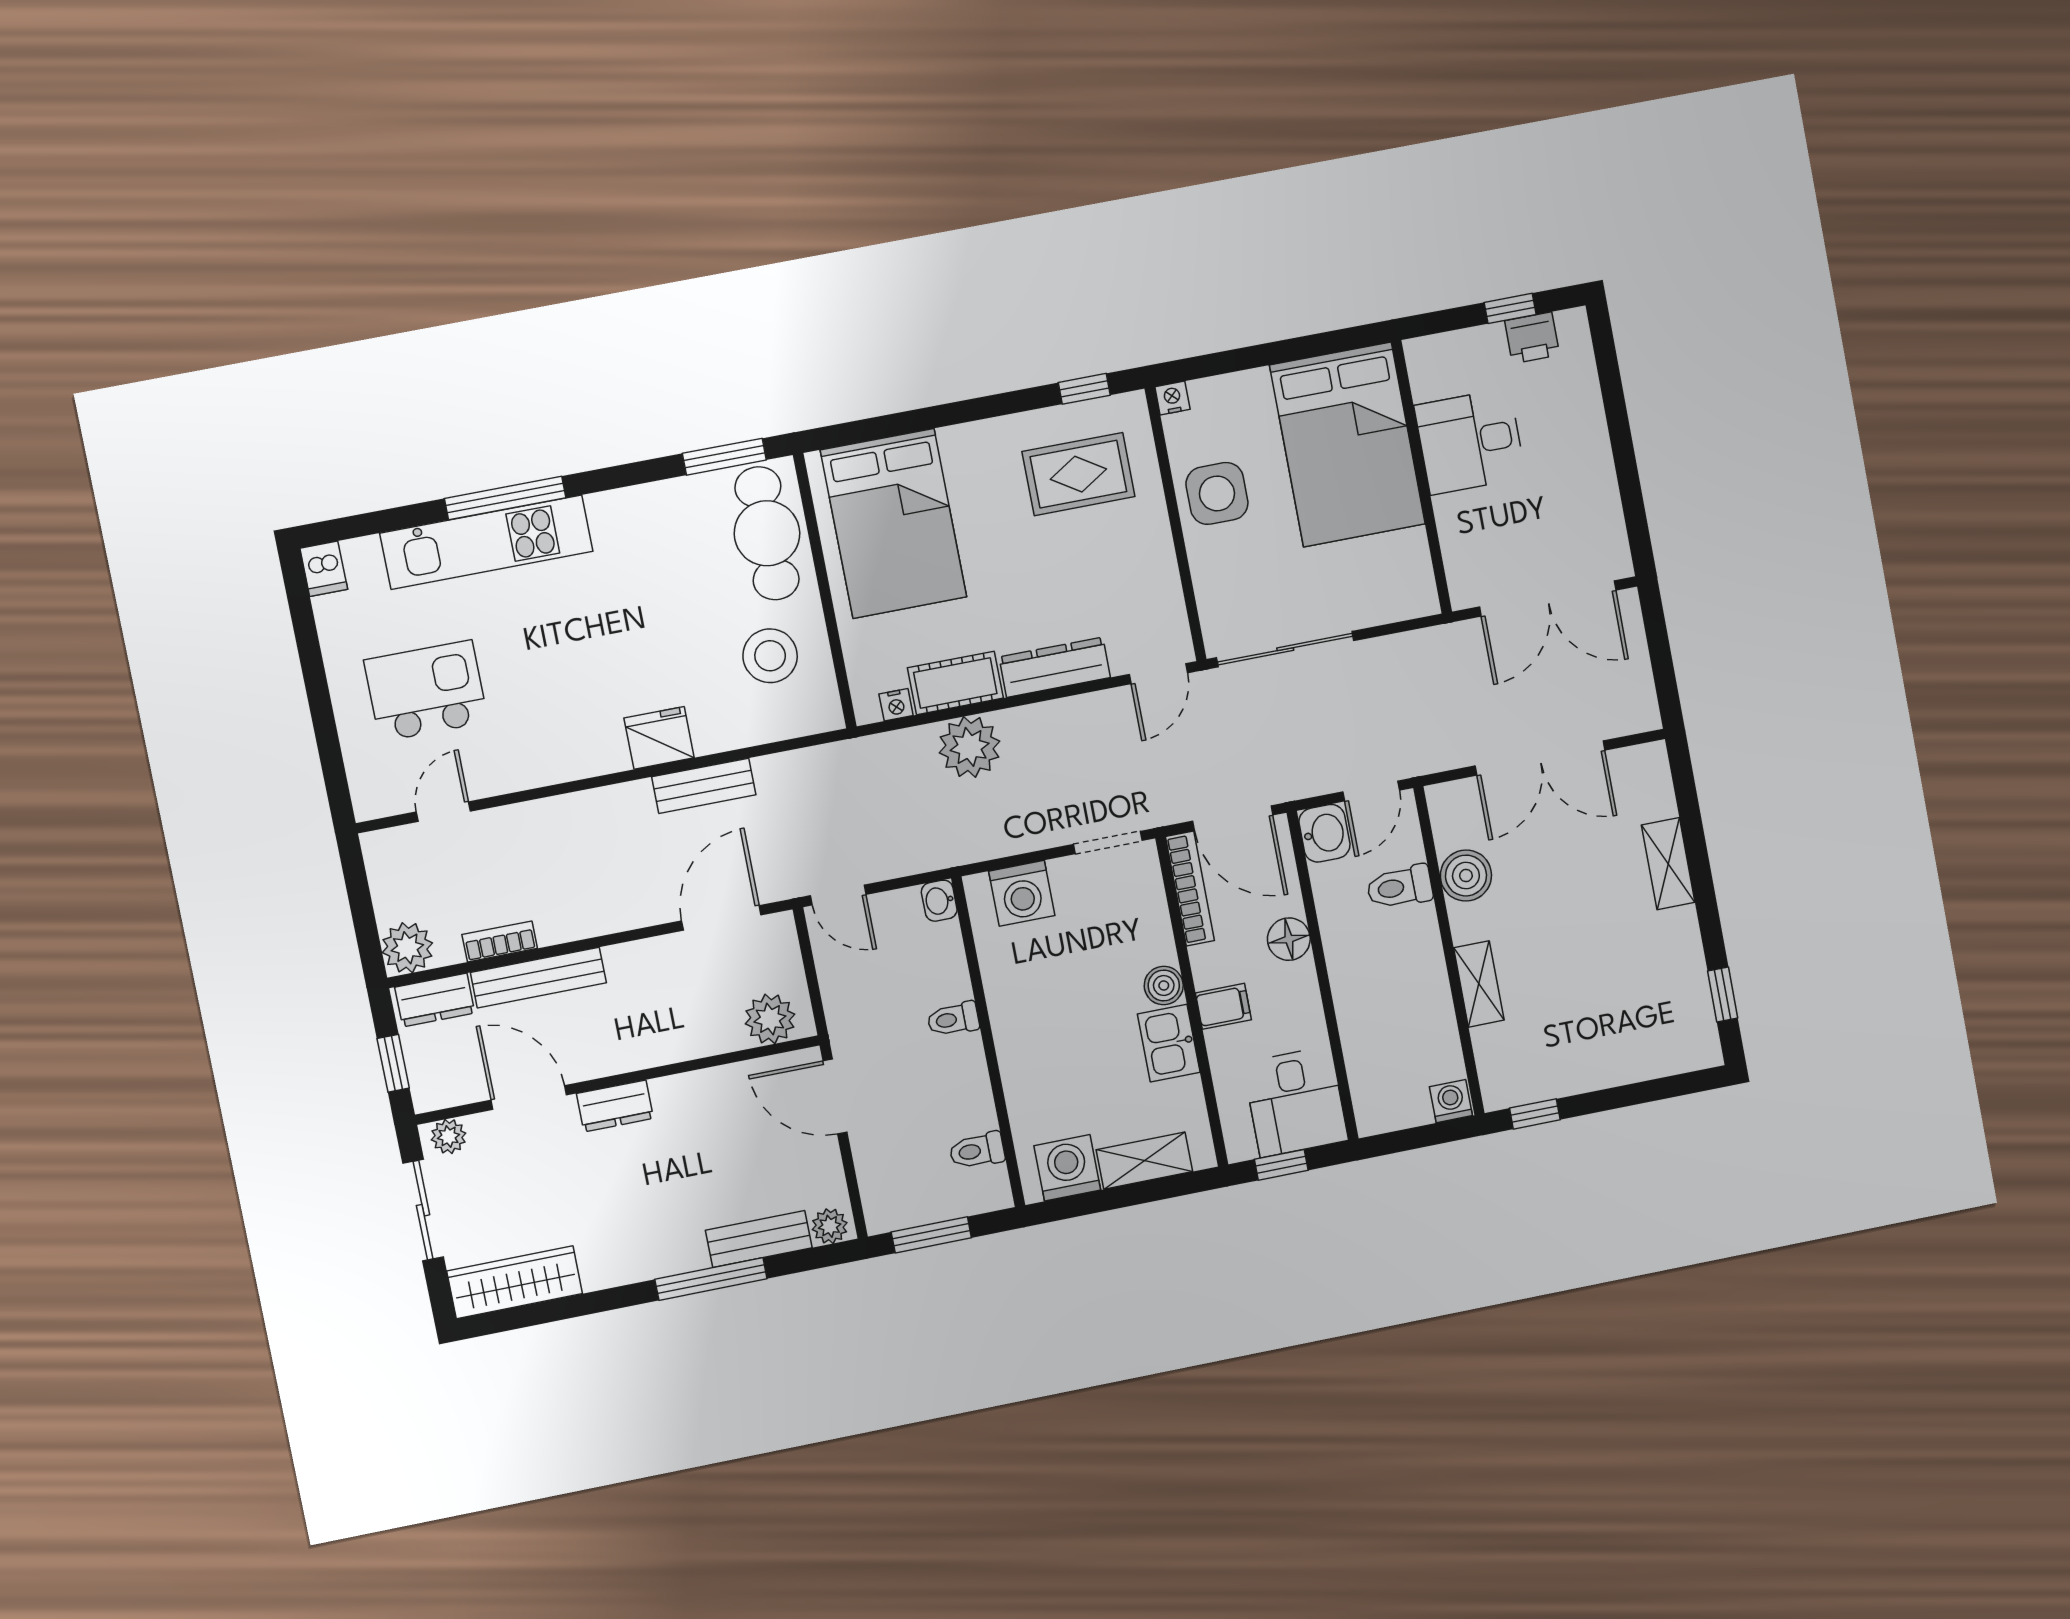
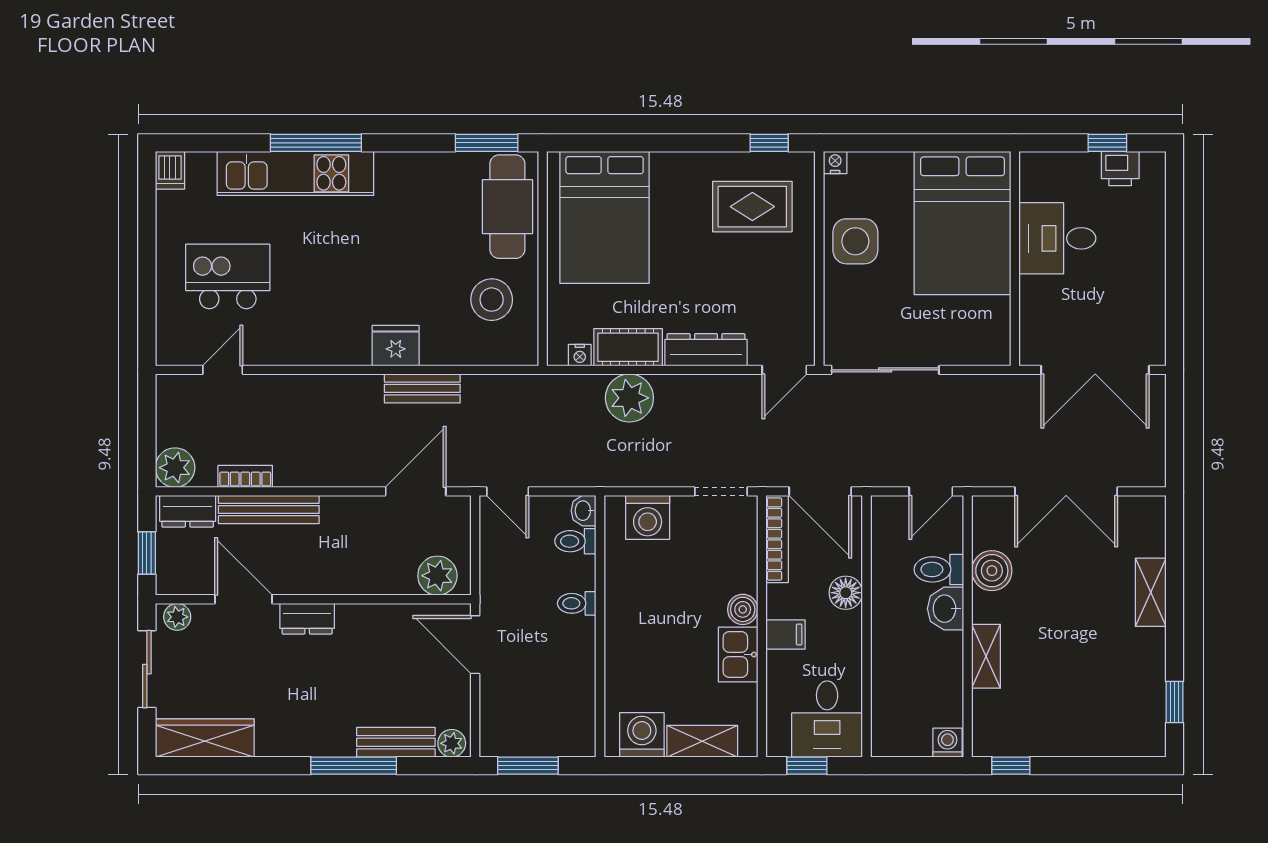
washbasin: (1324, 833) -> (946, 609), moved, turned 180
toilet: (977, 1151) -> (575, 541), moved

